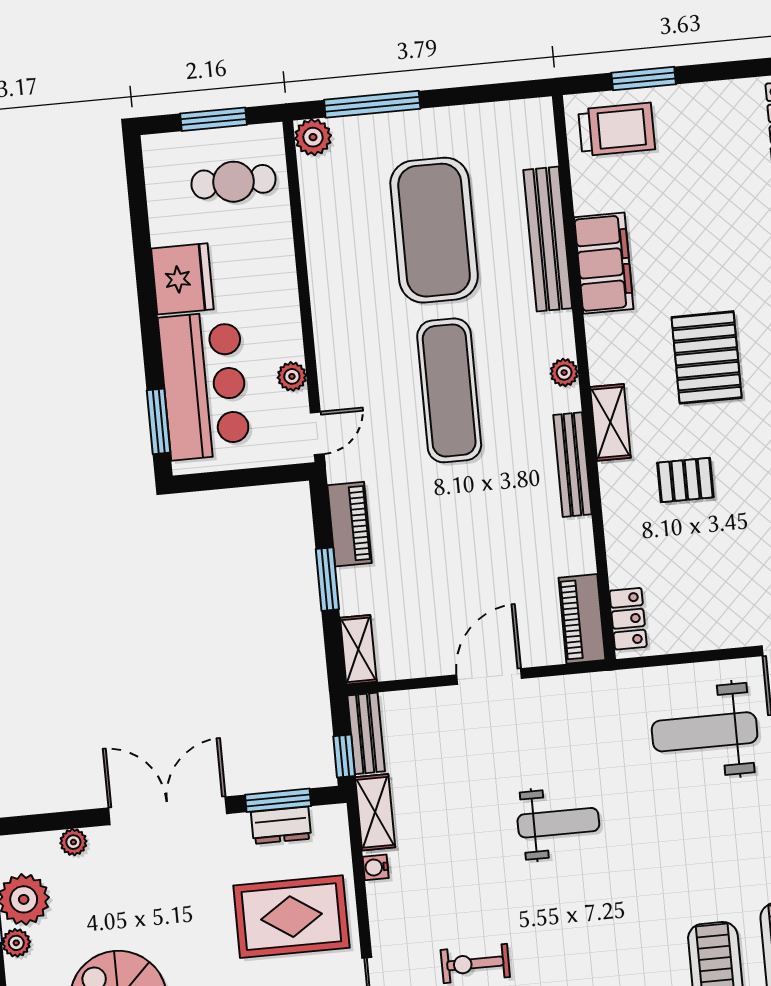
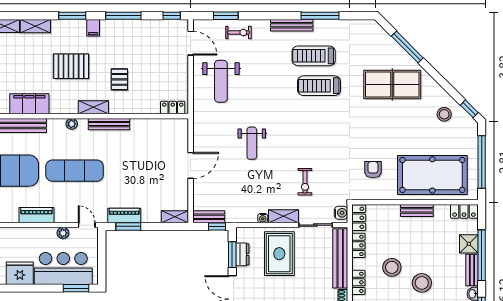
window: (327, 579) -> (128, 226), moved
piano: (582, 619) -> (37, 215), moved, turned 180
door: (489, 677) -> (191, 165), swing flipped
shelving: (375, 812) -> (284, 216), moved
weight bench: (558, 823) -> (252, 143), turned 180

